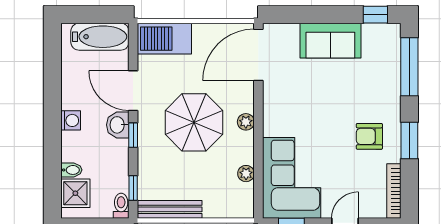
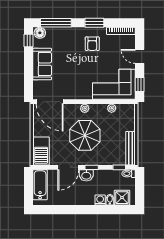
floor lamp: (390, 36) -> (40, 33), added
washing machine: (71, 120) -> (100, 200), moved

